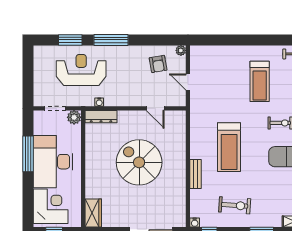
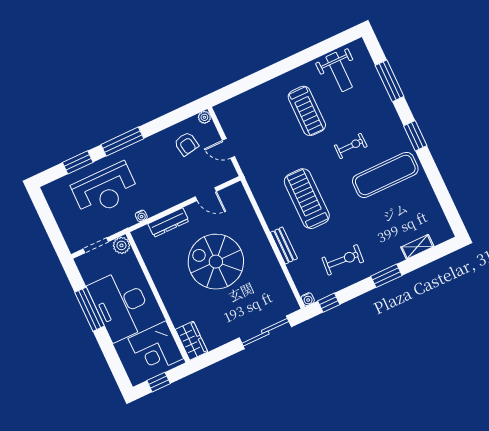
reception desk: (81, 70) -> (105, 190), turned 180
dresser: (101, 117) -> (168, 222), moved
treadmill: (229, 147) -> (307, 199), turned 180
corner desk: (51, 206) -> (156, 348), moved, turned 180

